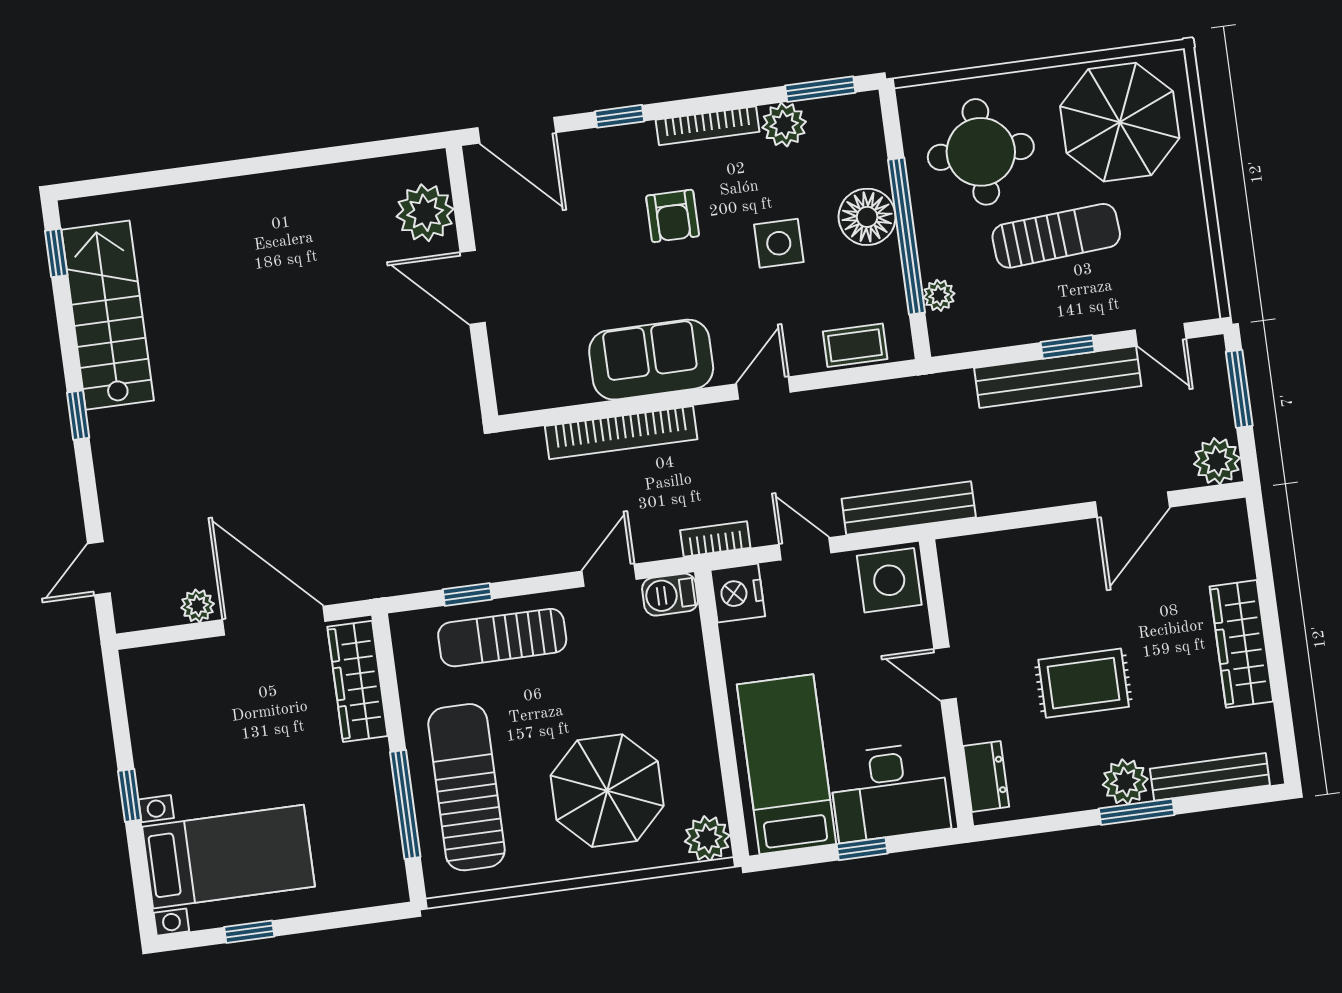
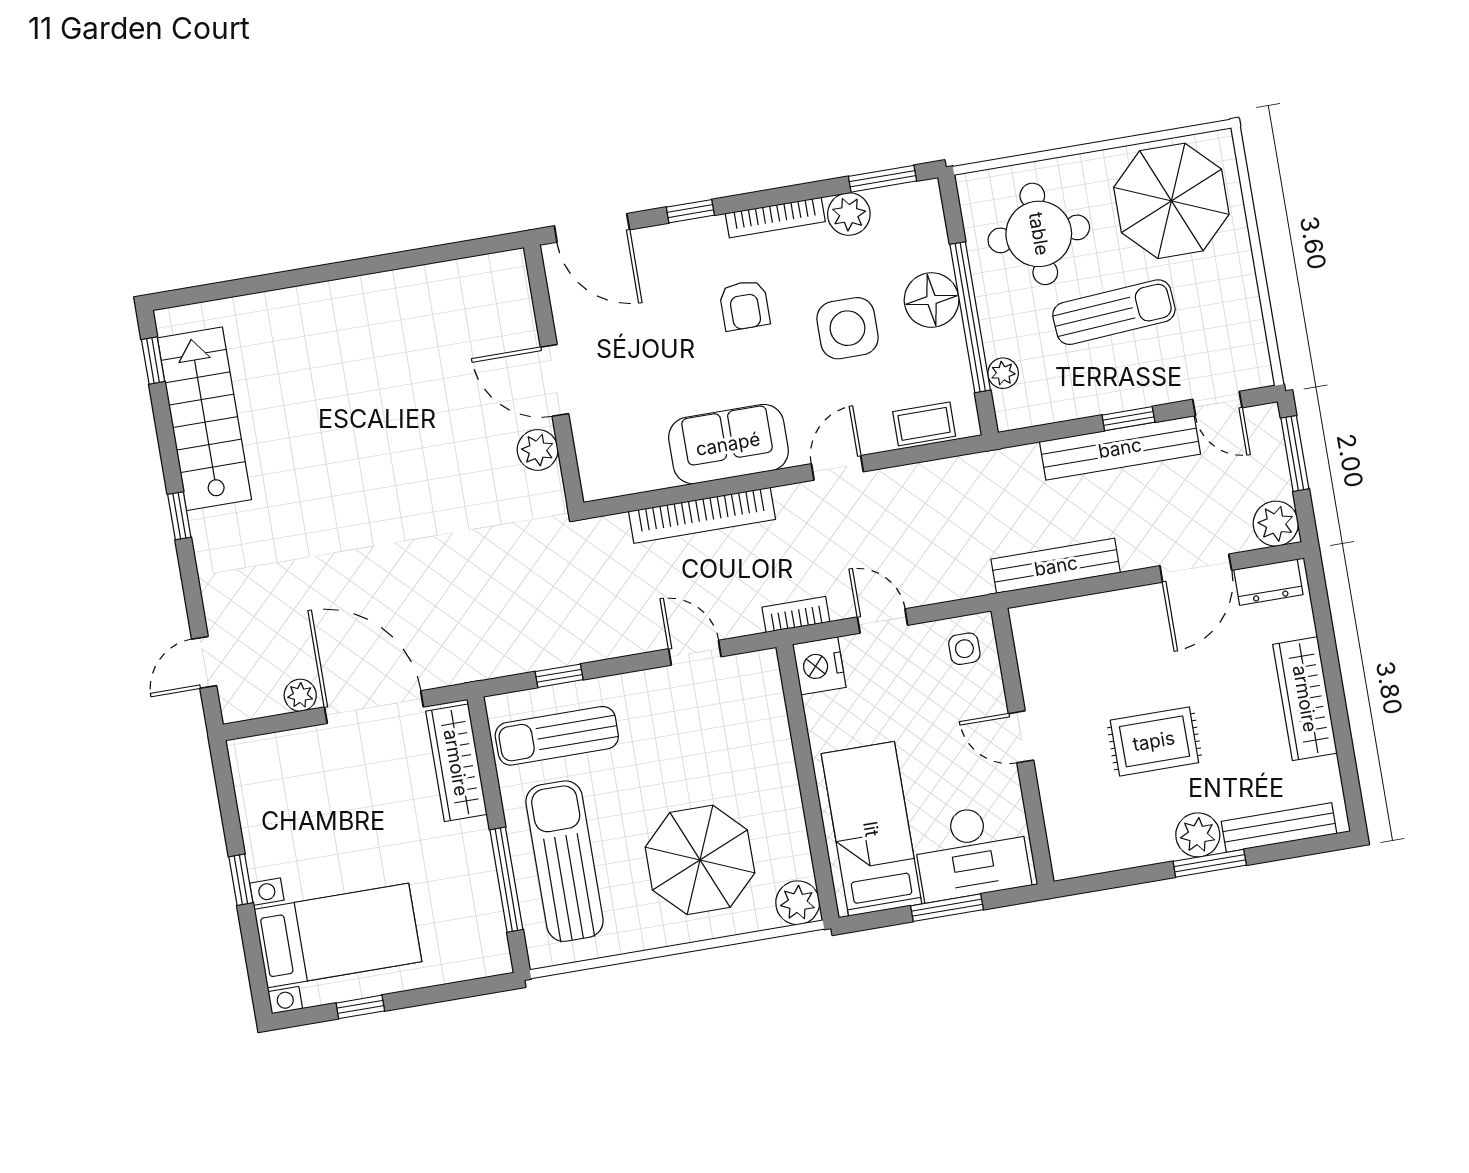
plant: (425, 213) -> (538, 450), moved, width x0.73, depth x0.73
side table: (779, 243) -> (847, 328), width x1.37, depth x1.37
bench: (909, 508) -> (1056, 566), moved
door: (609, 575) -> (695, 653), hinge flipped
side table: (889, 580) -> (964, 649), width x0.54, depth x0.54
barbecue: (670, 595) -> (754, 669), removed
sun lounger: (502, 638) -> (557, 736), moved
dresser: (986, 776) -> (1268, 582), moved, turned 90
window: (862, 849) -> (947, 908), width x1.50

